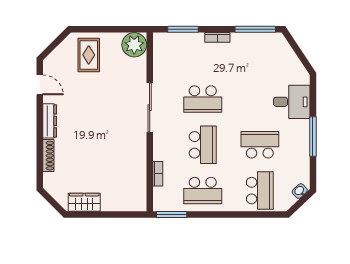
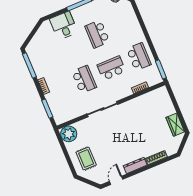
rug: (89, 55) -> (86, 159), turned 90
school desk: (260, 191) -> (125, 23), removed

